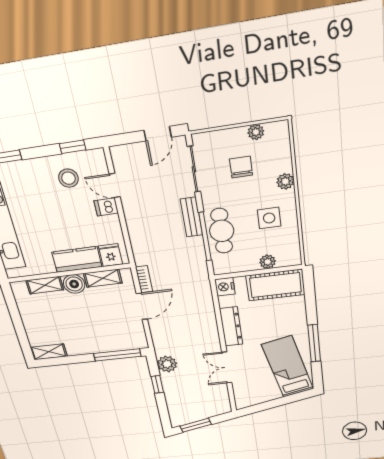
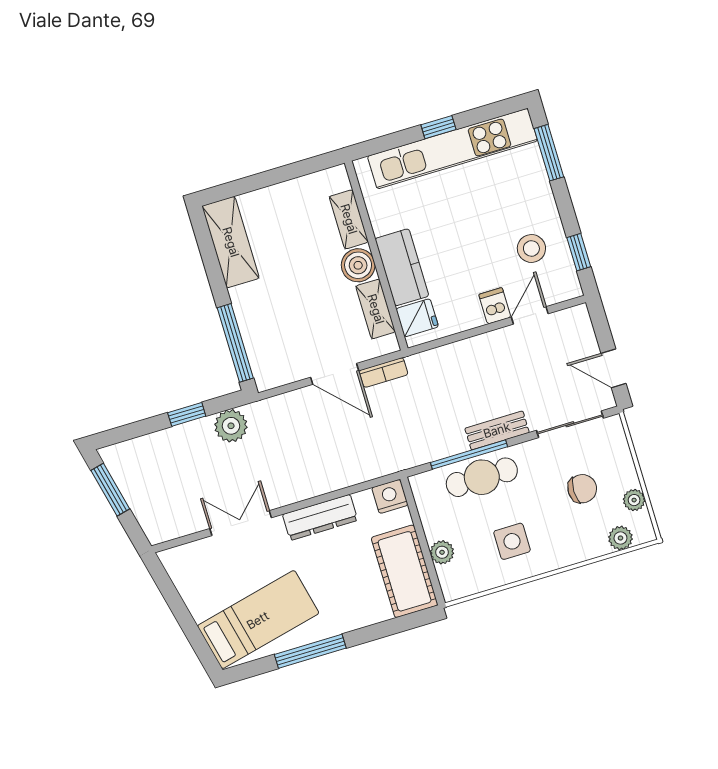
plant: (285, 181) -> (620, 538), moved
shelving: (49, 352) -> (231, 242), width x1.50, depth x1.33

